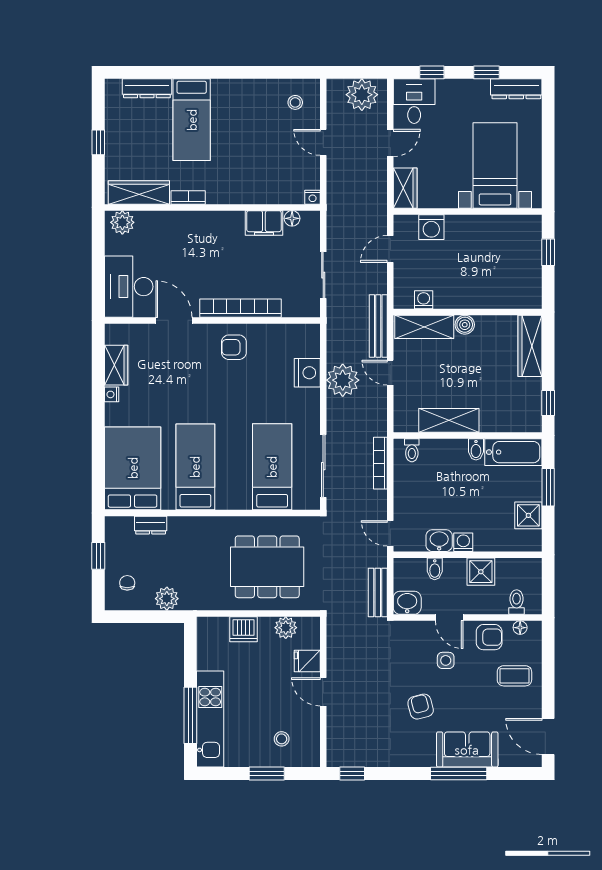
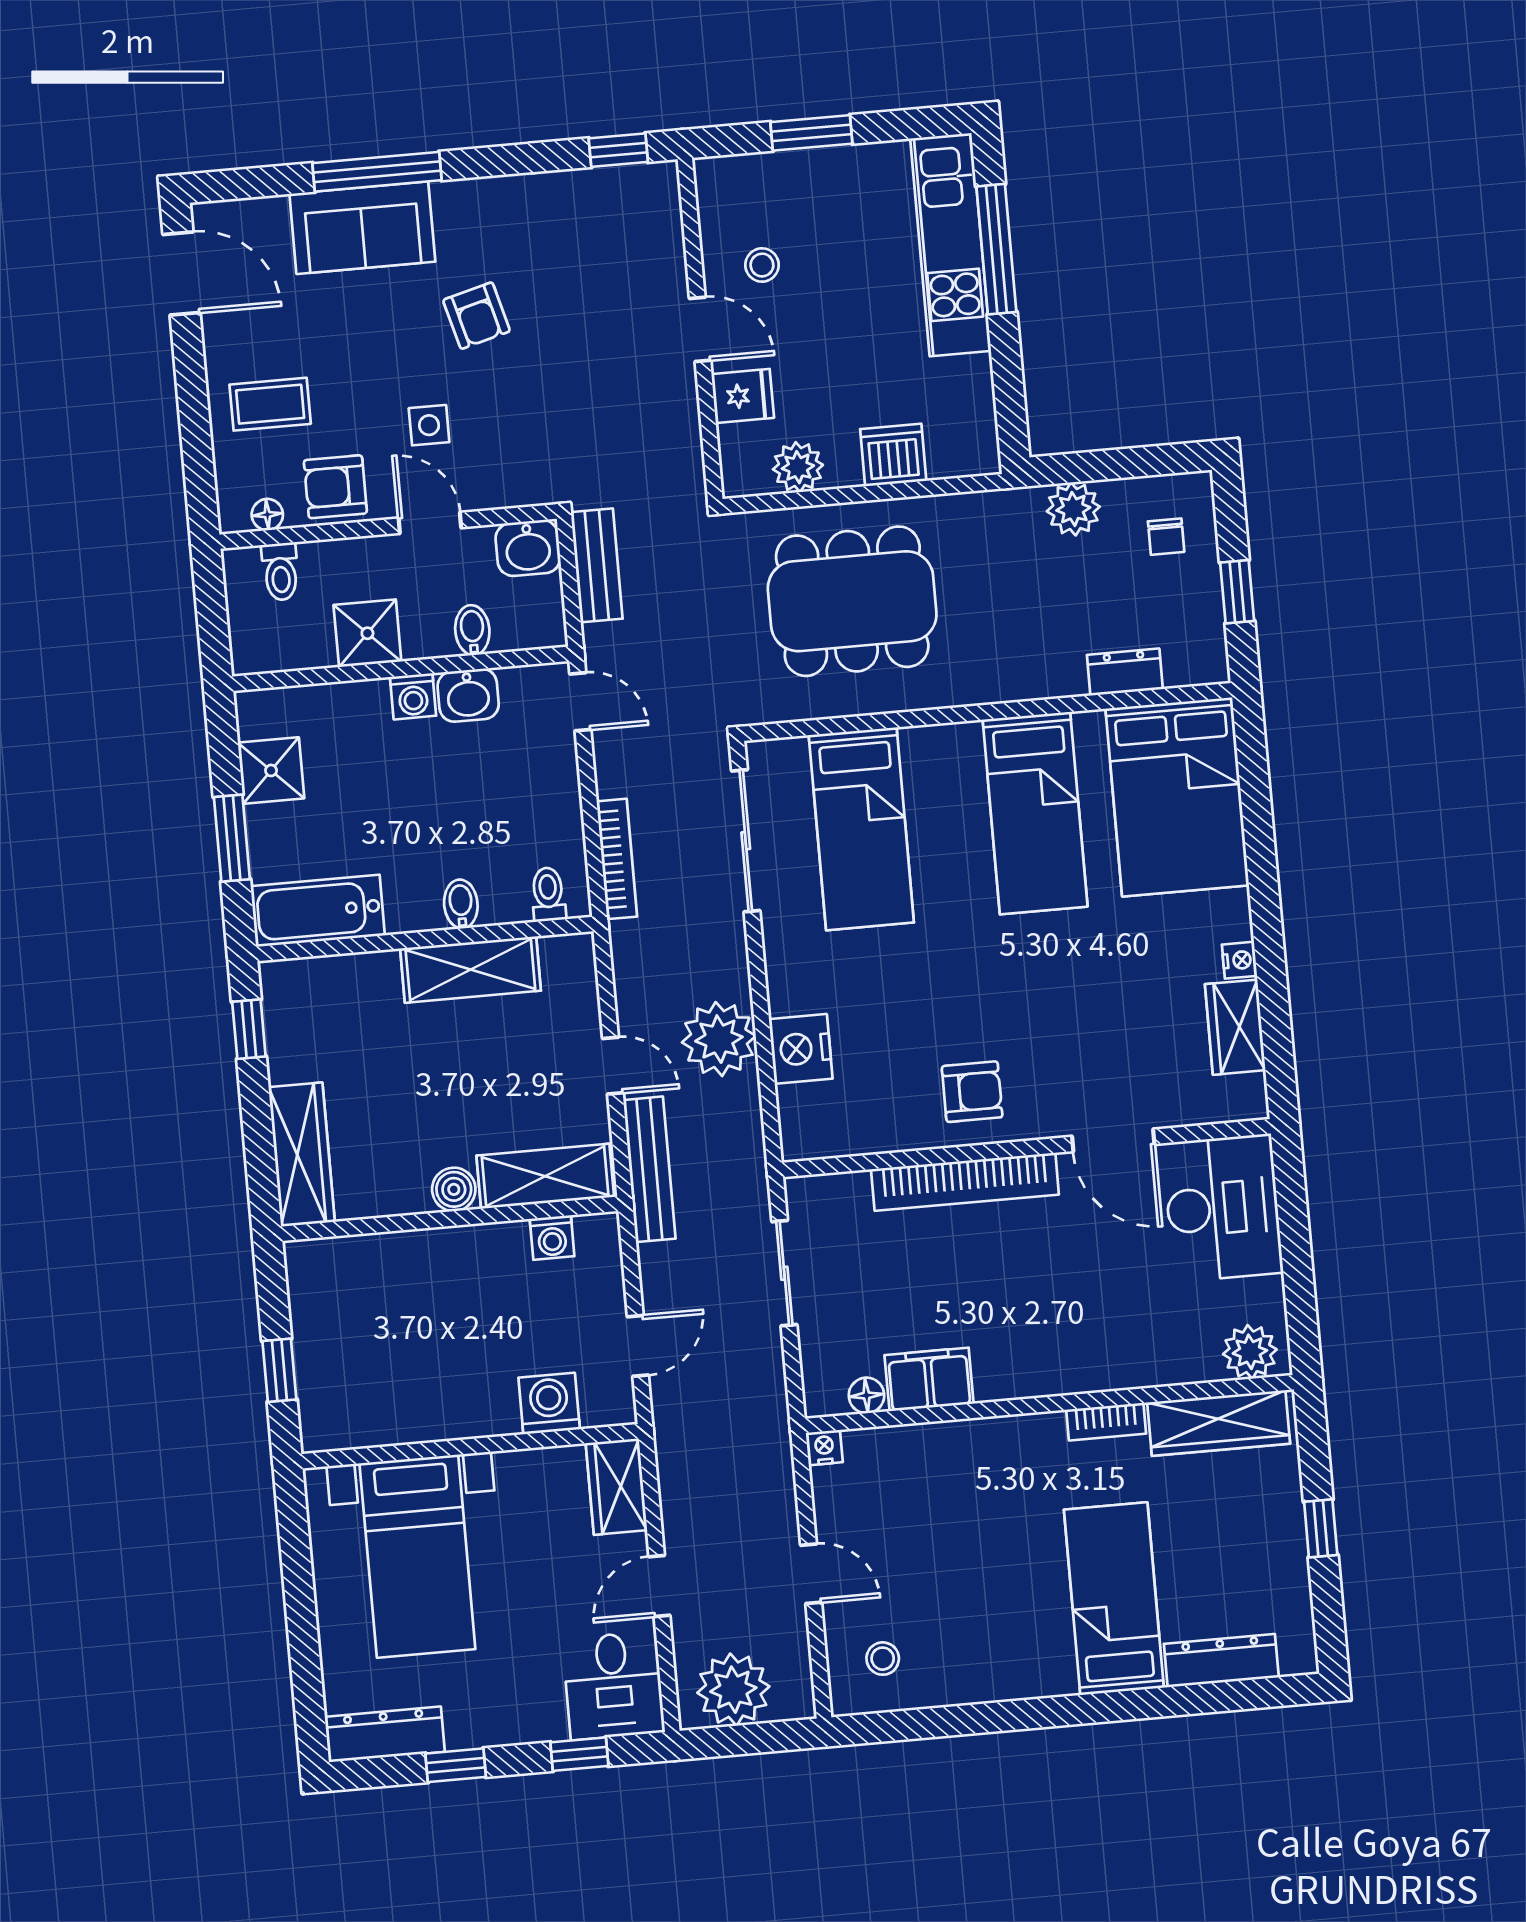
bidet: (476, 449) -> (461, 904), moved
stool: (282, 739) -> (762, 265), moved

